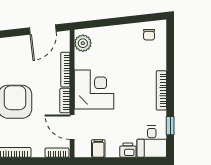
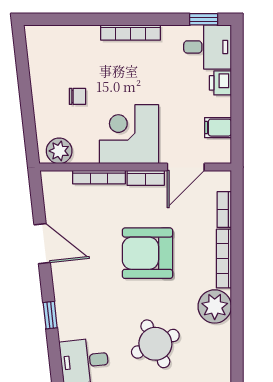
door: (43, 30) -> (42, 244), moved
chair: (149, 35) -> (77, 96), moved
window: (170, 126) -> (204, 19), moved
bookcase: (57, 153) -> (224, 210), moved

